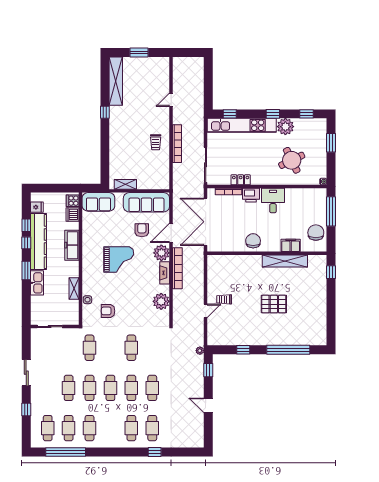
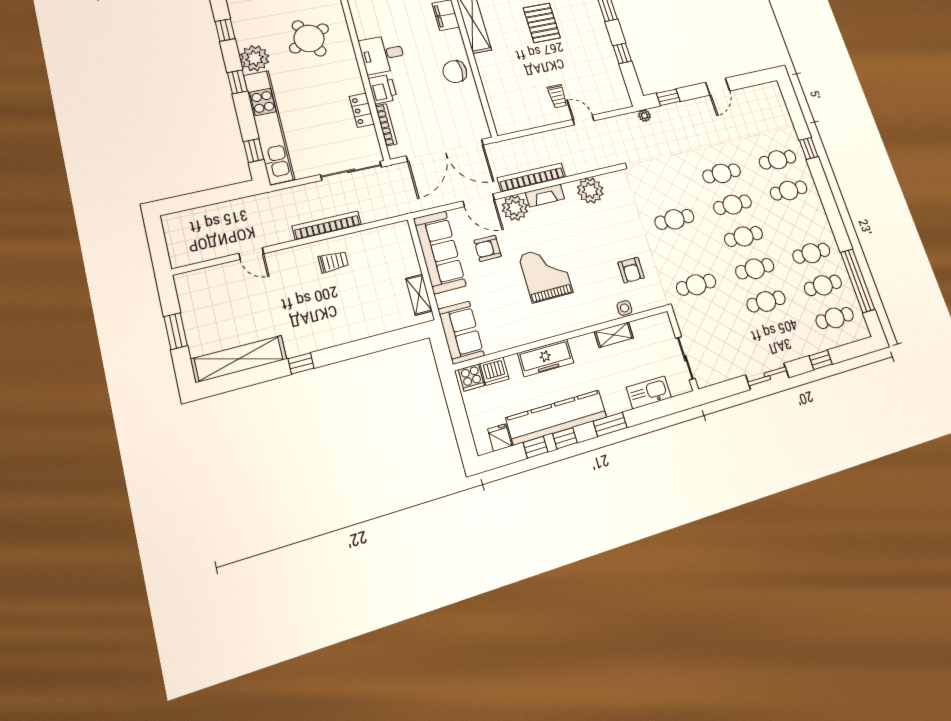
kitchen sink: (37, 283) -> (649, 392), moved

